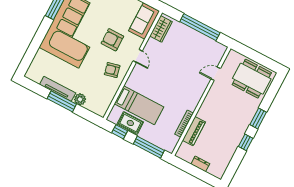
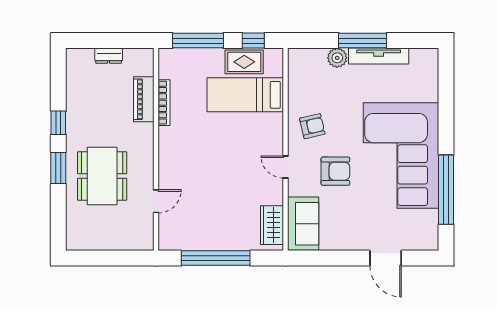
dining table: (252, 79) -> (102, 176), moved, turned 90

